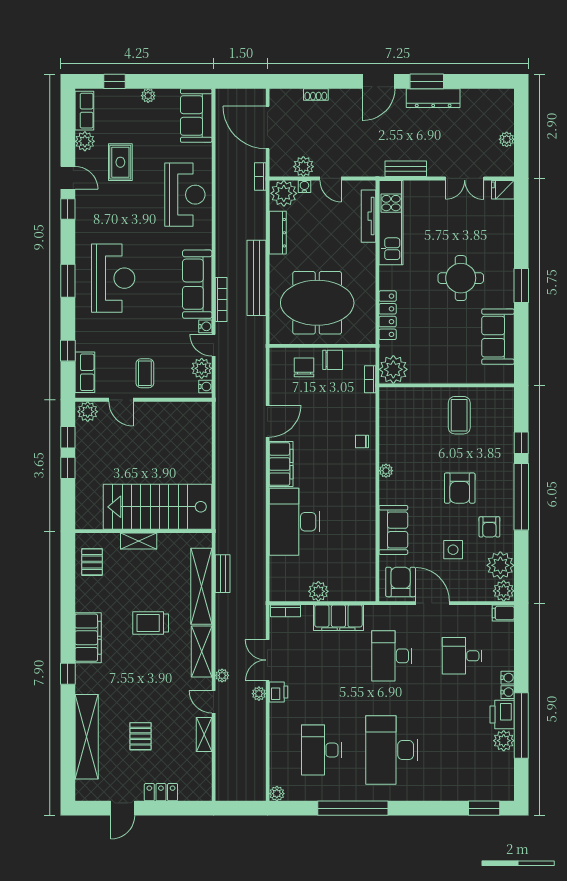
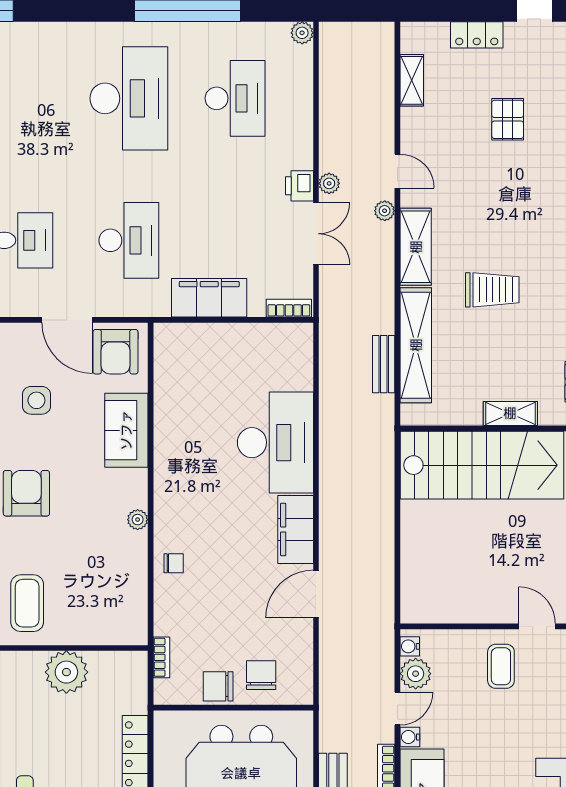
door: (214, 345) -> (397, 709), hinge flipped
chair: (304, 367) -> (261, 675), turned 180
plant: (393, 369) -> (66, 672), moved
plant: (318, 591) -> (240, 338), removed
shelving: (204, 735) -> (412, 80), moved

